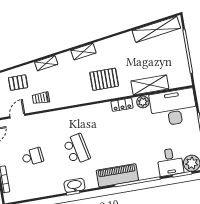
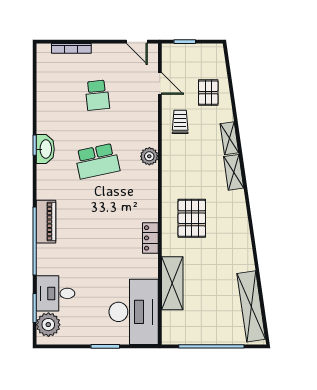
shelving: (83, 52) -> (234, 172), moved
plant: (143, 102) -> (149, 156), moved
piano: (117, 175) -> (46, 222), width x0.73, depth x0.75

